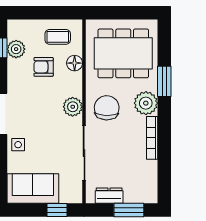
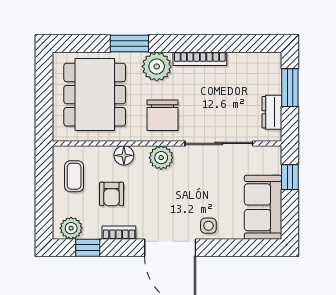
plant: (16, 49) -> (71, 228), moved
floor lamp: (75, 63) -> (124, 155), moved
bookcase: (13, 73) -> (119, 233), added
chair: (107, 108) -> (162, 115), turned -92

